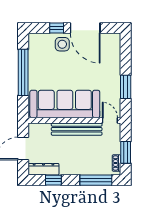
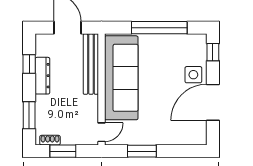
window: (57, 28) -> (213, 52), moved
bench: (77, 129) -> (91, 64), moved
dresser: (43, 169) -> (42, 76), moved
window: (96, 180) -> (29, 115), width x0.69

